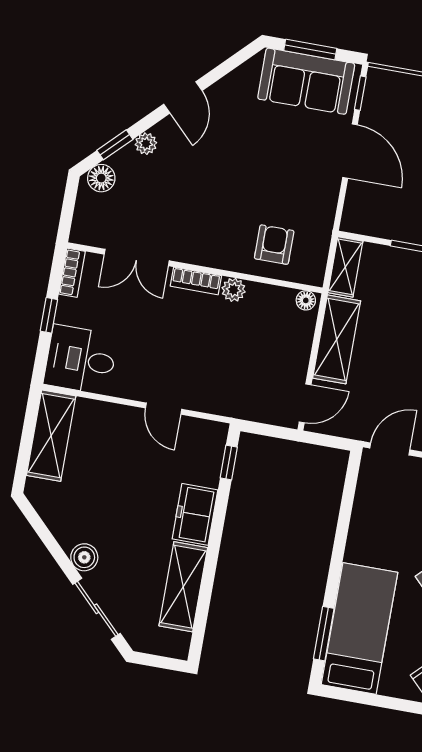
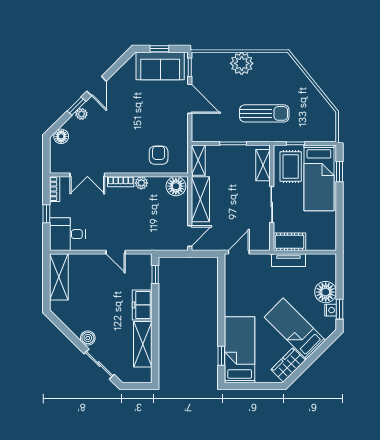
window: (310, 49) -> (159, 49), width x0.67
window: (115, 145) -> (76, 106), moved
floor lamp: (306, 300) -> (176, 186), width x1.89, depth x1.89
window: (324, 634) -> (221, 356), width x0.67

